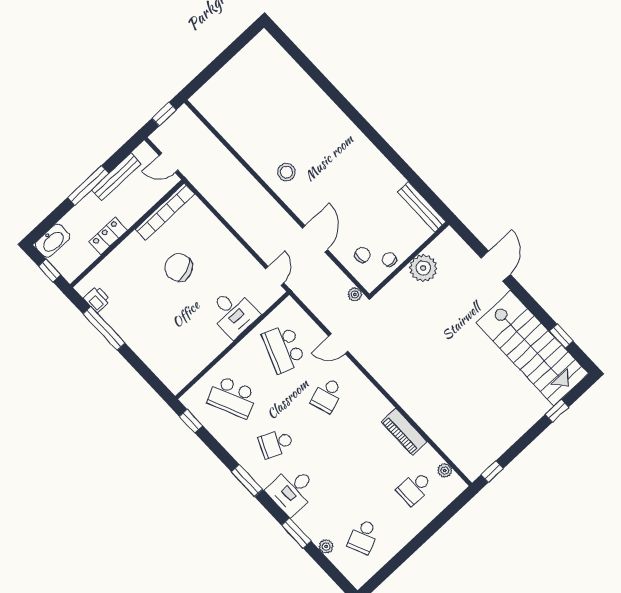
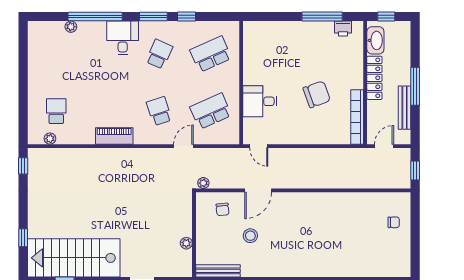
stool: (286, 172) -> (250, 236), moved
locker: (108, 236) -> (374, 78), width x1.53
door: (315, 239) -> (258, 190), hinge flipped
washbasin: (53, 241) -> (375, 40), moved, turned 180
chair: (389, 259) -> (394, 222), moved
plant: (423, 268) -> (186, 243), width x0.53, depth x0.53
school desk: (284, 349) -> (211, 111), turned -45
window: (191, 421) -> (187, 16), moved
piano: (404, 432) -> (114, 136), moved
window: (296, 533) -> (95, 16), width x2.11
school desk: (363, 536) -> (56, 54), removed

